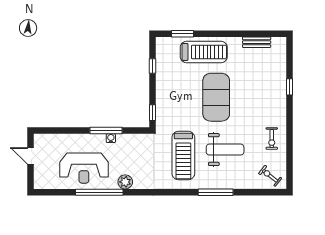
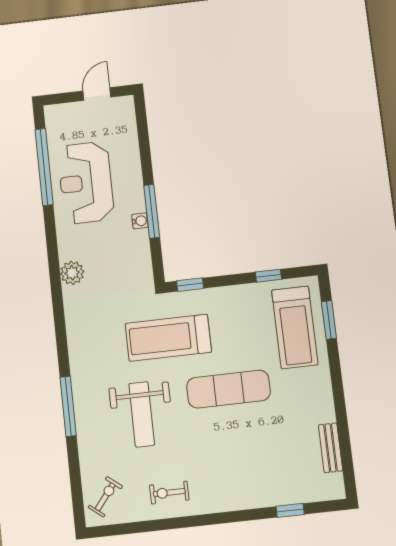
treadmill: (204, 52) -> (295, 327), moved
window: (289, 87) -> (290, 510), moved
exercise mat: (216, 97) -> (228, 389), width x0.68
treadmill: (183, 156) -> (168, 338), moved
plant: (125, 182) -> (72, 273), moved
window: (99, 192) -> (44, 167), moved

